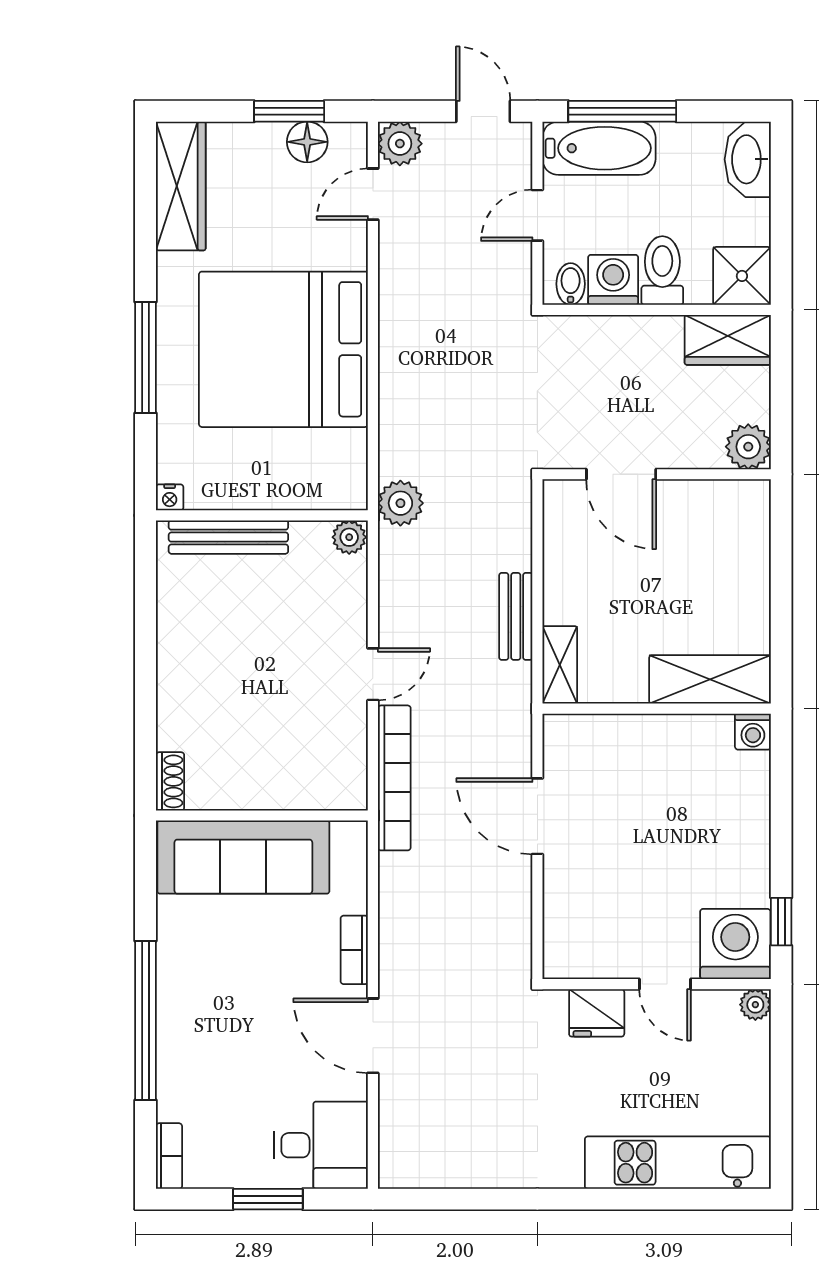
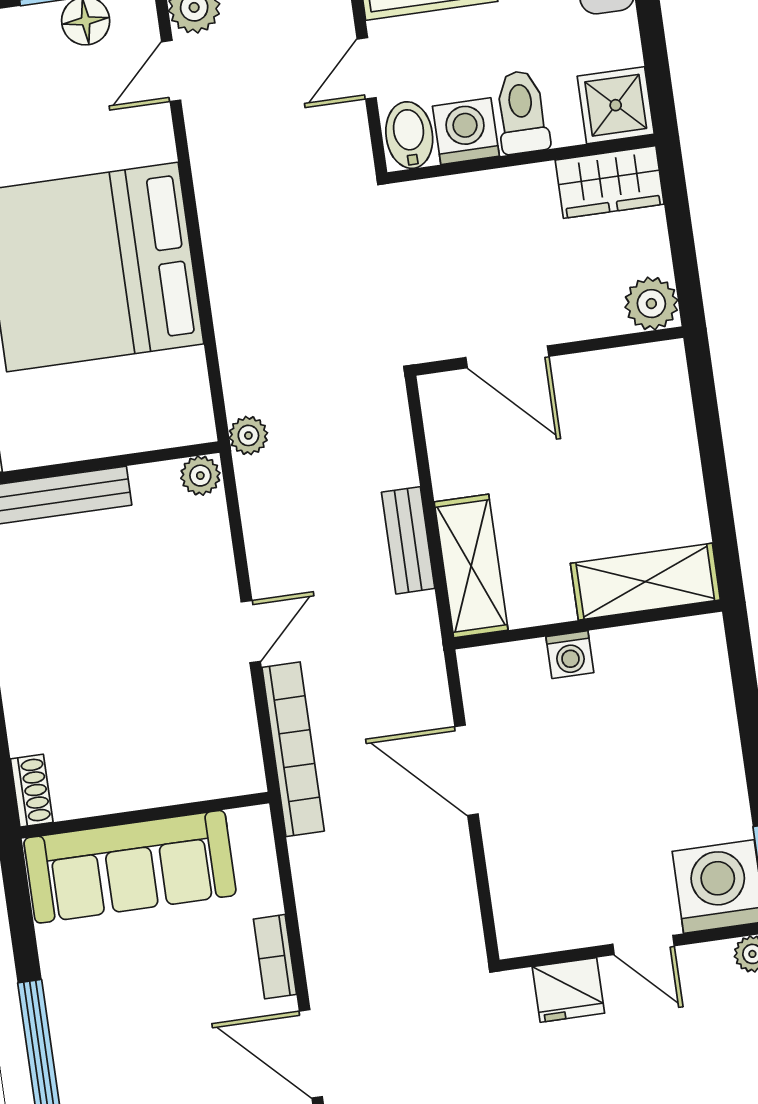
bidet: (571, 284) -> (409, 135), width x1.38, depth x1.36
plant: (400, 503) -> (248, 435), width x0.73, depth x0.73
shelving: (560, 665) -> (471, 566), width x1.50, depth x1.33
washing machine: (753, 732) -> (570, 655), moved

